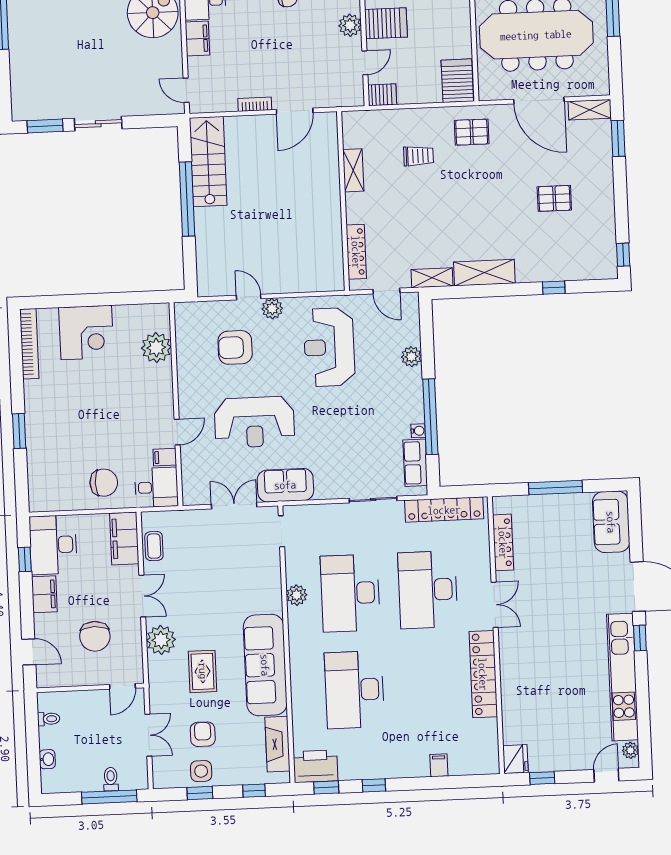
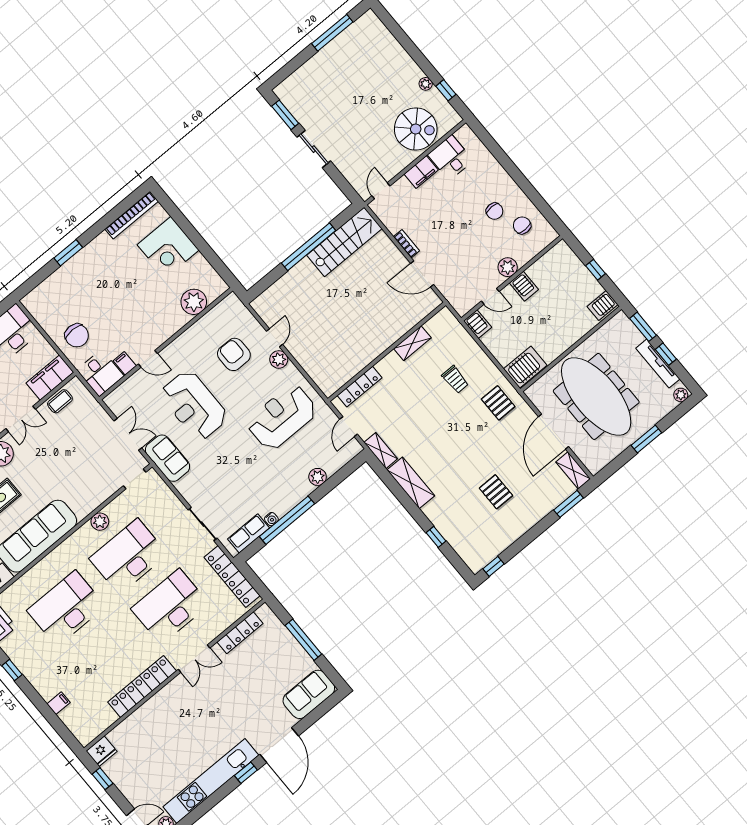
server rack: (386, 23) -> (524, 286), width x0.73, depth x0.70

